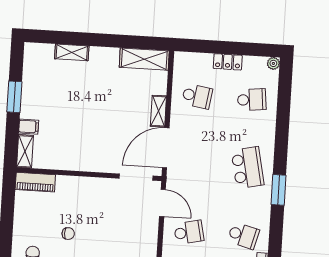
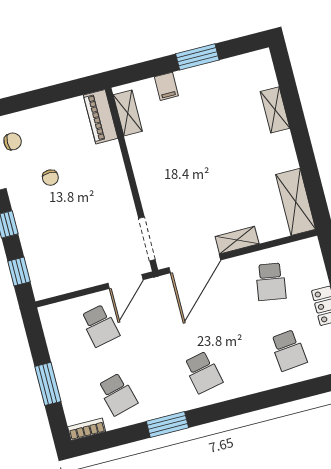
door: (166, 148) -> (195, 264), swing flipped
shelving: (25, 151) -> (128, 113), moved, turned 90
school desk: (248, 168) -> (203, 372), width x0.54
window: (278, 190) -> (167, 425), moved
school desk: (243, 236) -> (118, 394), turned -30

